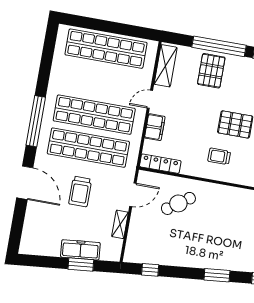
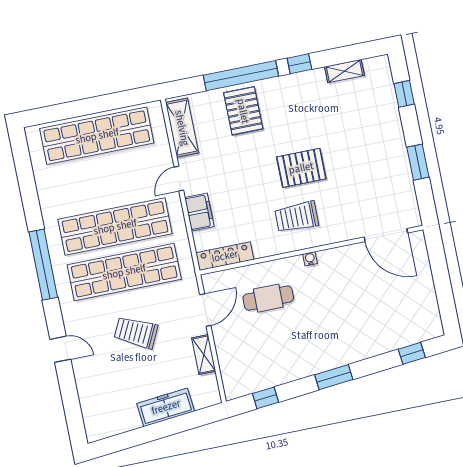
trolley: (219, 156) -> (297, 217), width x1.36, depth x1.39
door: (25, 183) -> (60, 349), width x0.53
water cooler: (217, 188) -> (310, 259), added
trolley: (80, 191) -> (136, 332), turned 116
cafe table: (178, 203) -> (268, 298), turned 35
window: (81, 264) -> (174, 426), removed
window: (217, 275) -> (334, 377), moved

